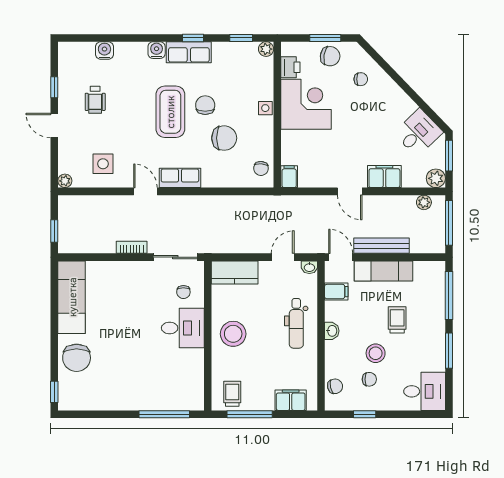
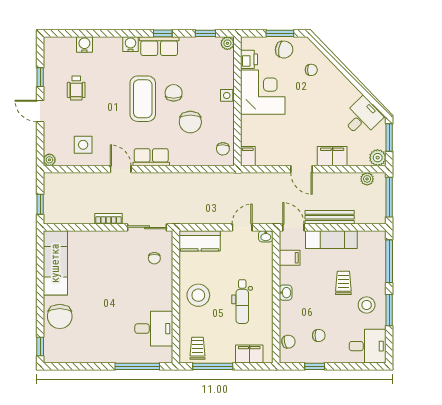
chair: (224, 138) -> (190, 122), turned 90
dental chair: (296, 323) -> (242, 302), moved
desk: (183, 328) -> (154, 329), moved
stool: (376, 353) -> (367, 305), moved

